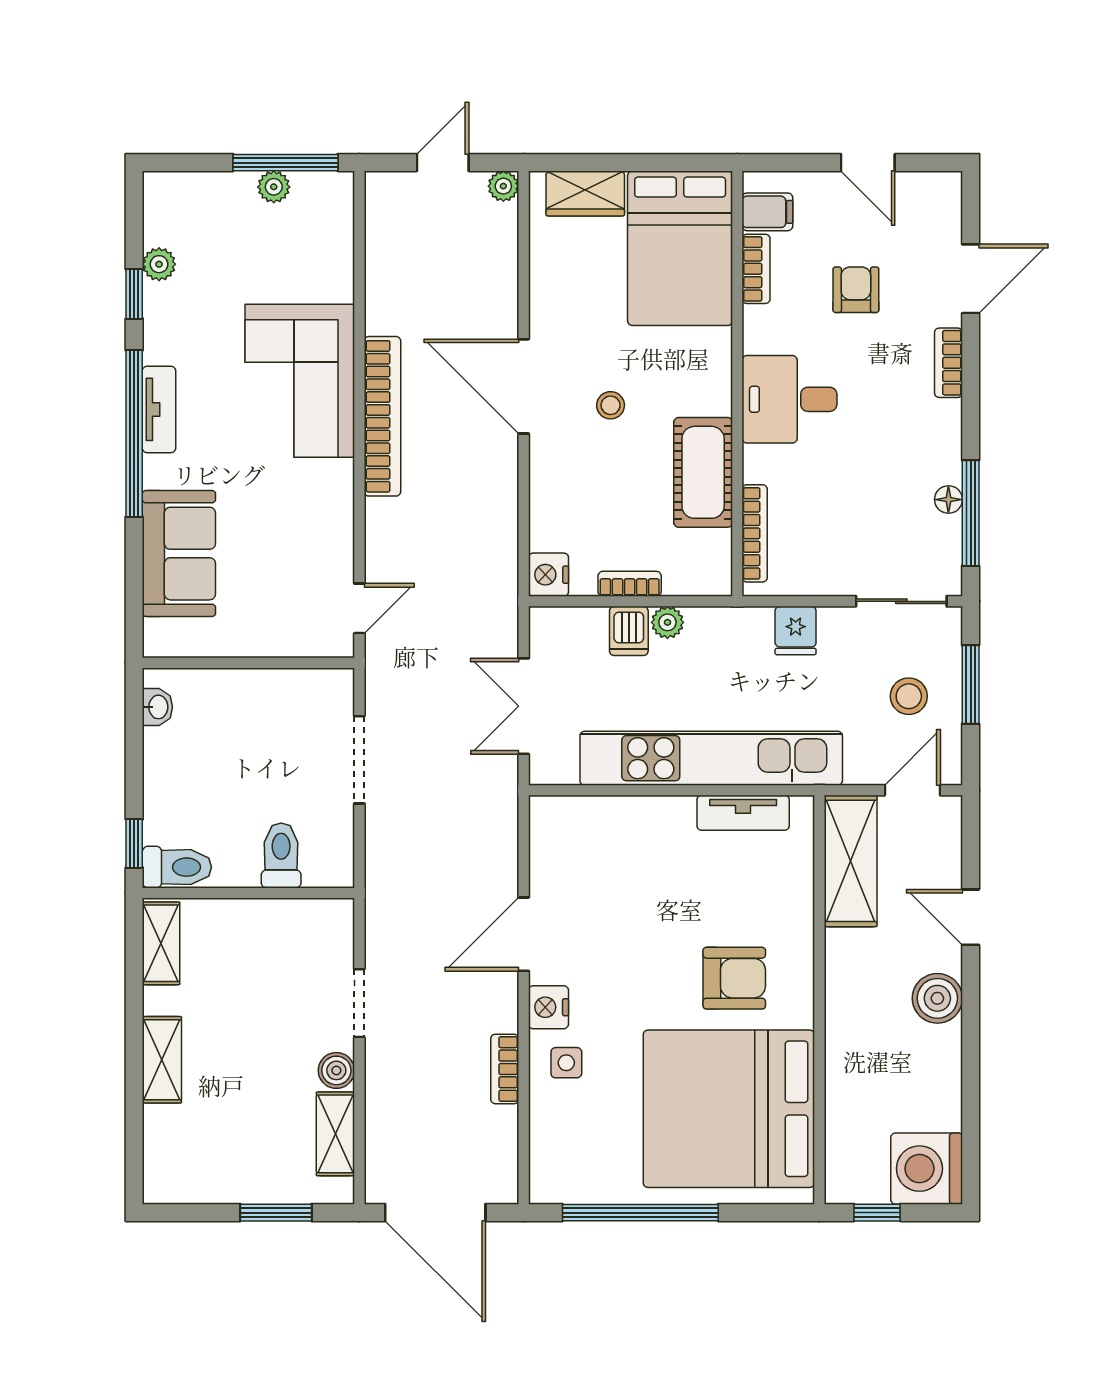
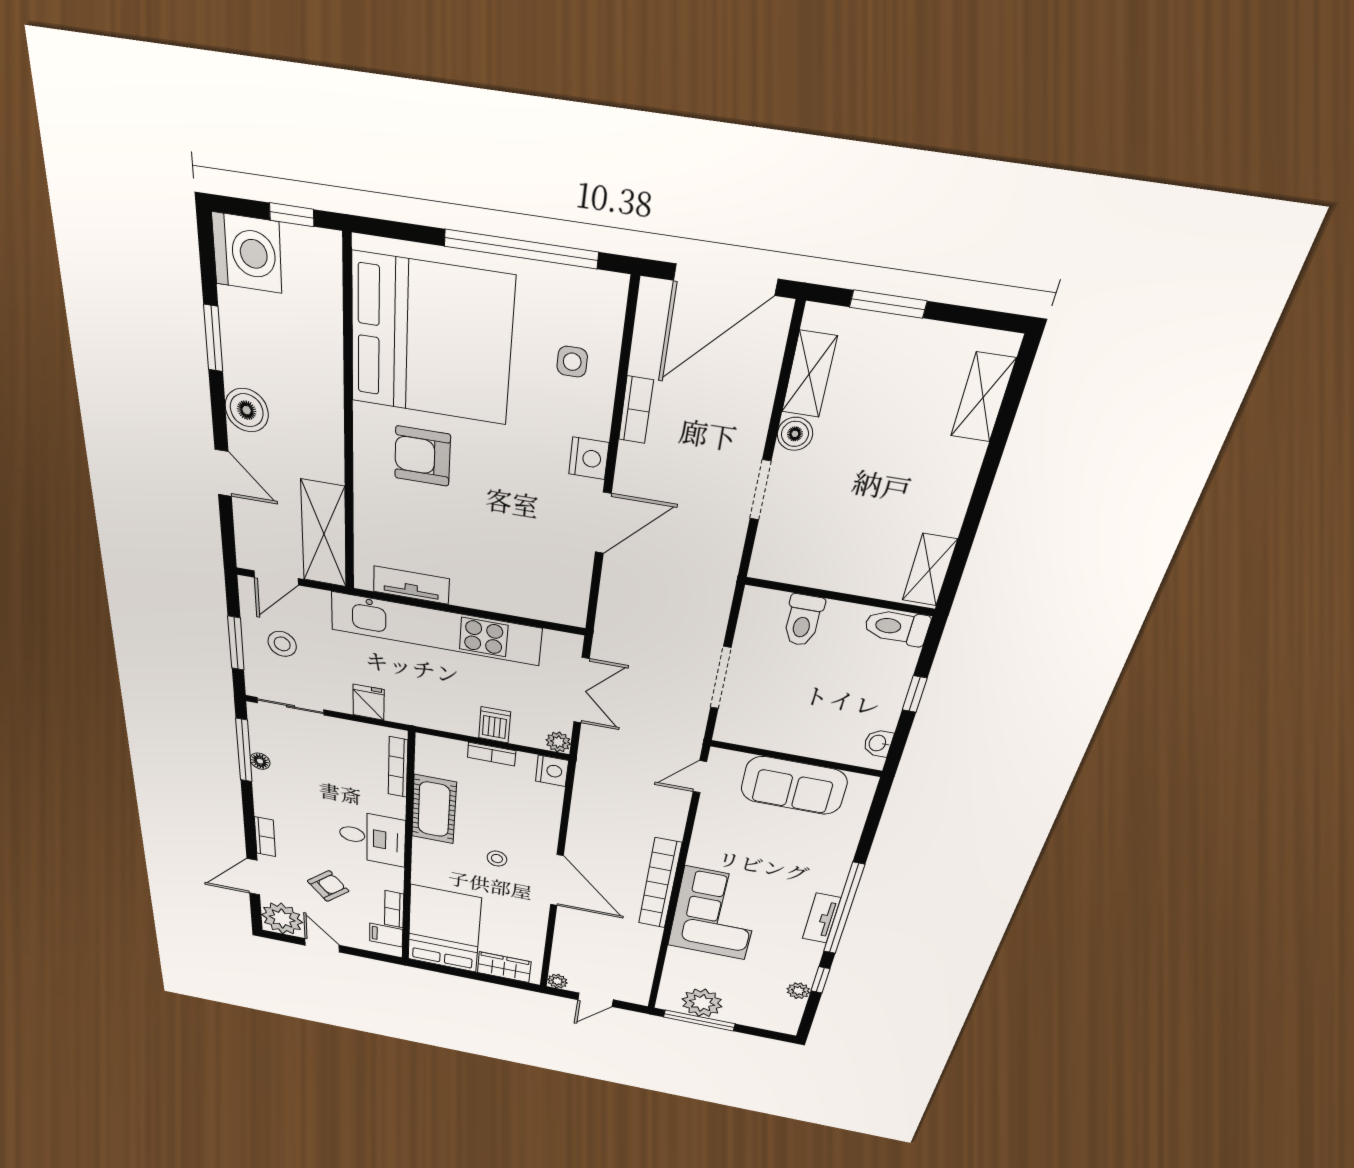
plant: (274, 187) -> (702, 1003), width x1.87, depth x1.87
plant: (930, 203) -> (282, 919), added
armchair: (856, 290) -> (328, 886), turned -131
sofa: (179, 554) -> (794, 786), moved, turned -90
plant: (667, 622) -> (558, 742), moved
window: (134, 843) -> (915, 694), moved
shelving: (162, 1060) -> (983, 397), moved
side table: (566, 1063) -> (572, 362), moved
window: (971, 1074) -> (213, 338), added
door: (435, 1213) -> (725, 280), swing flipped

